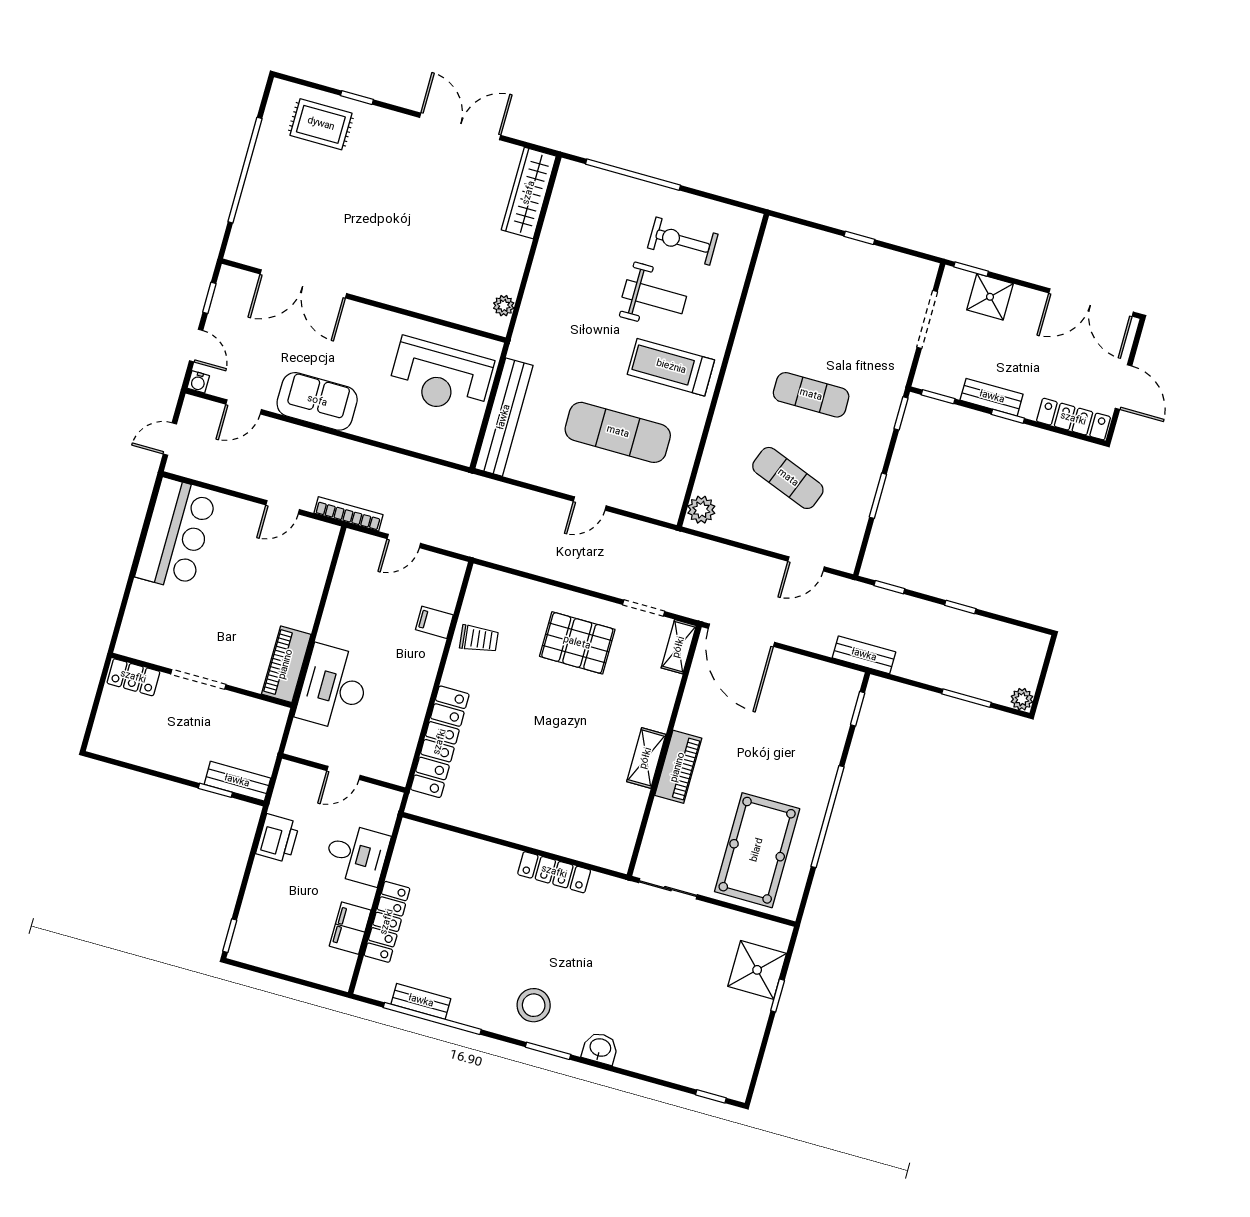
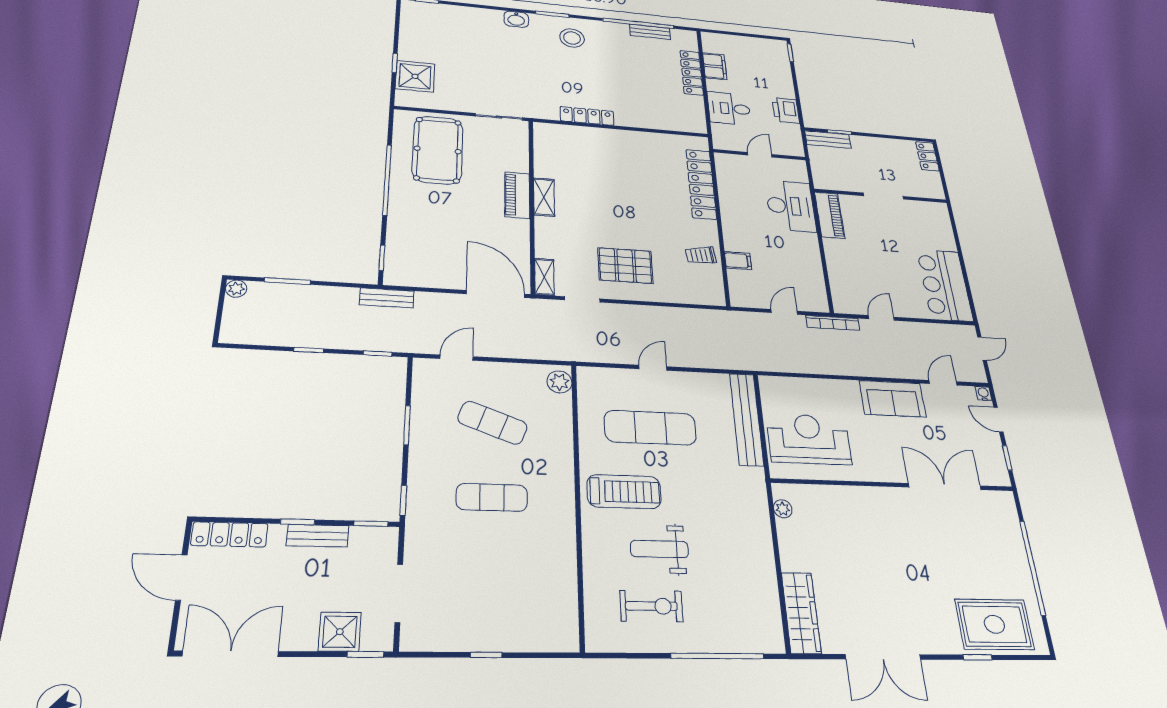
rug: (321, 124) -> (994, 624), width x1.36, depth x1.43
locker: (133, 677) -> (927, 156), moved, turned -90

